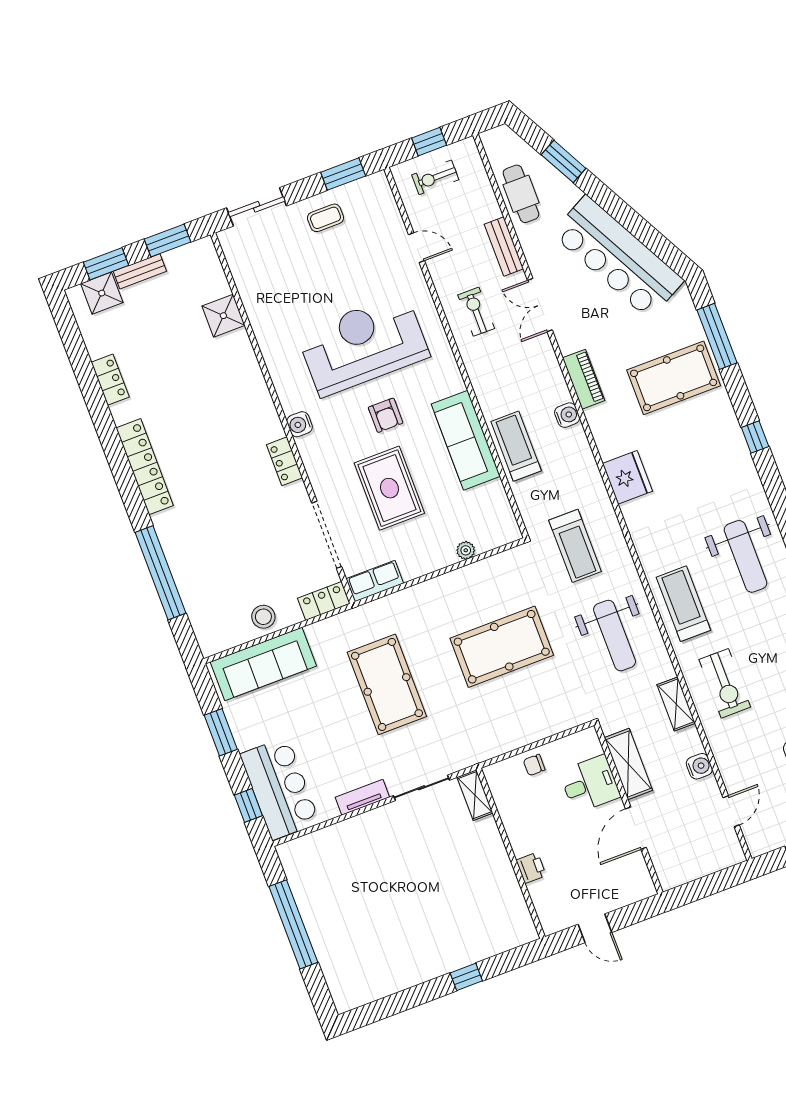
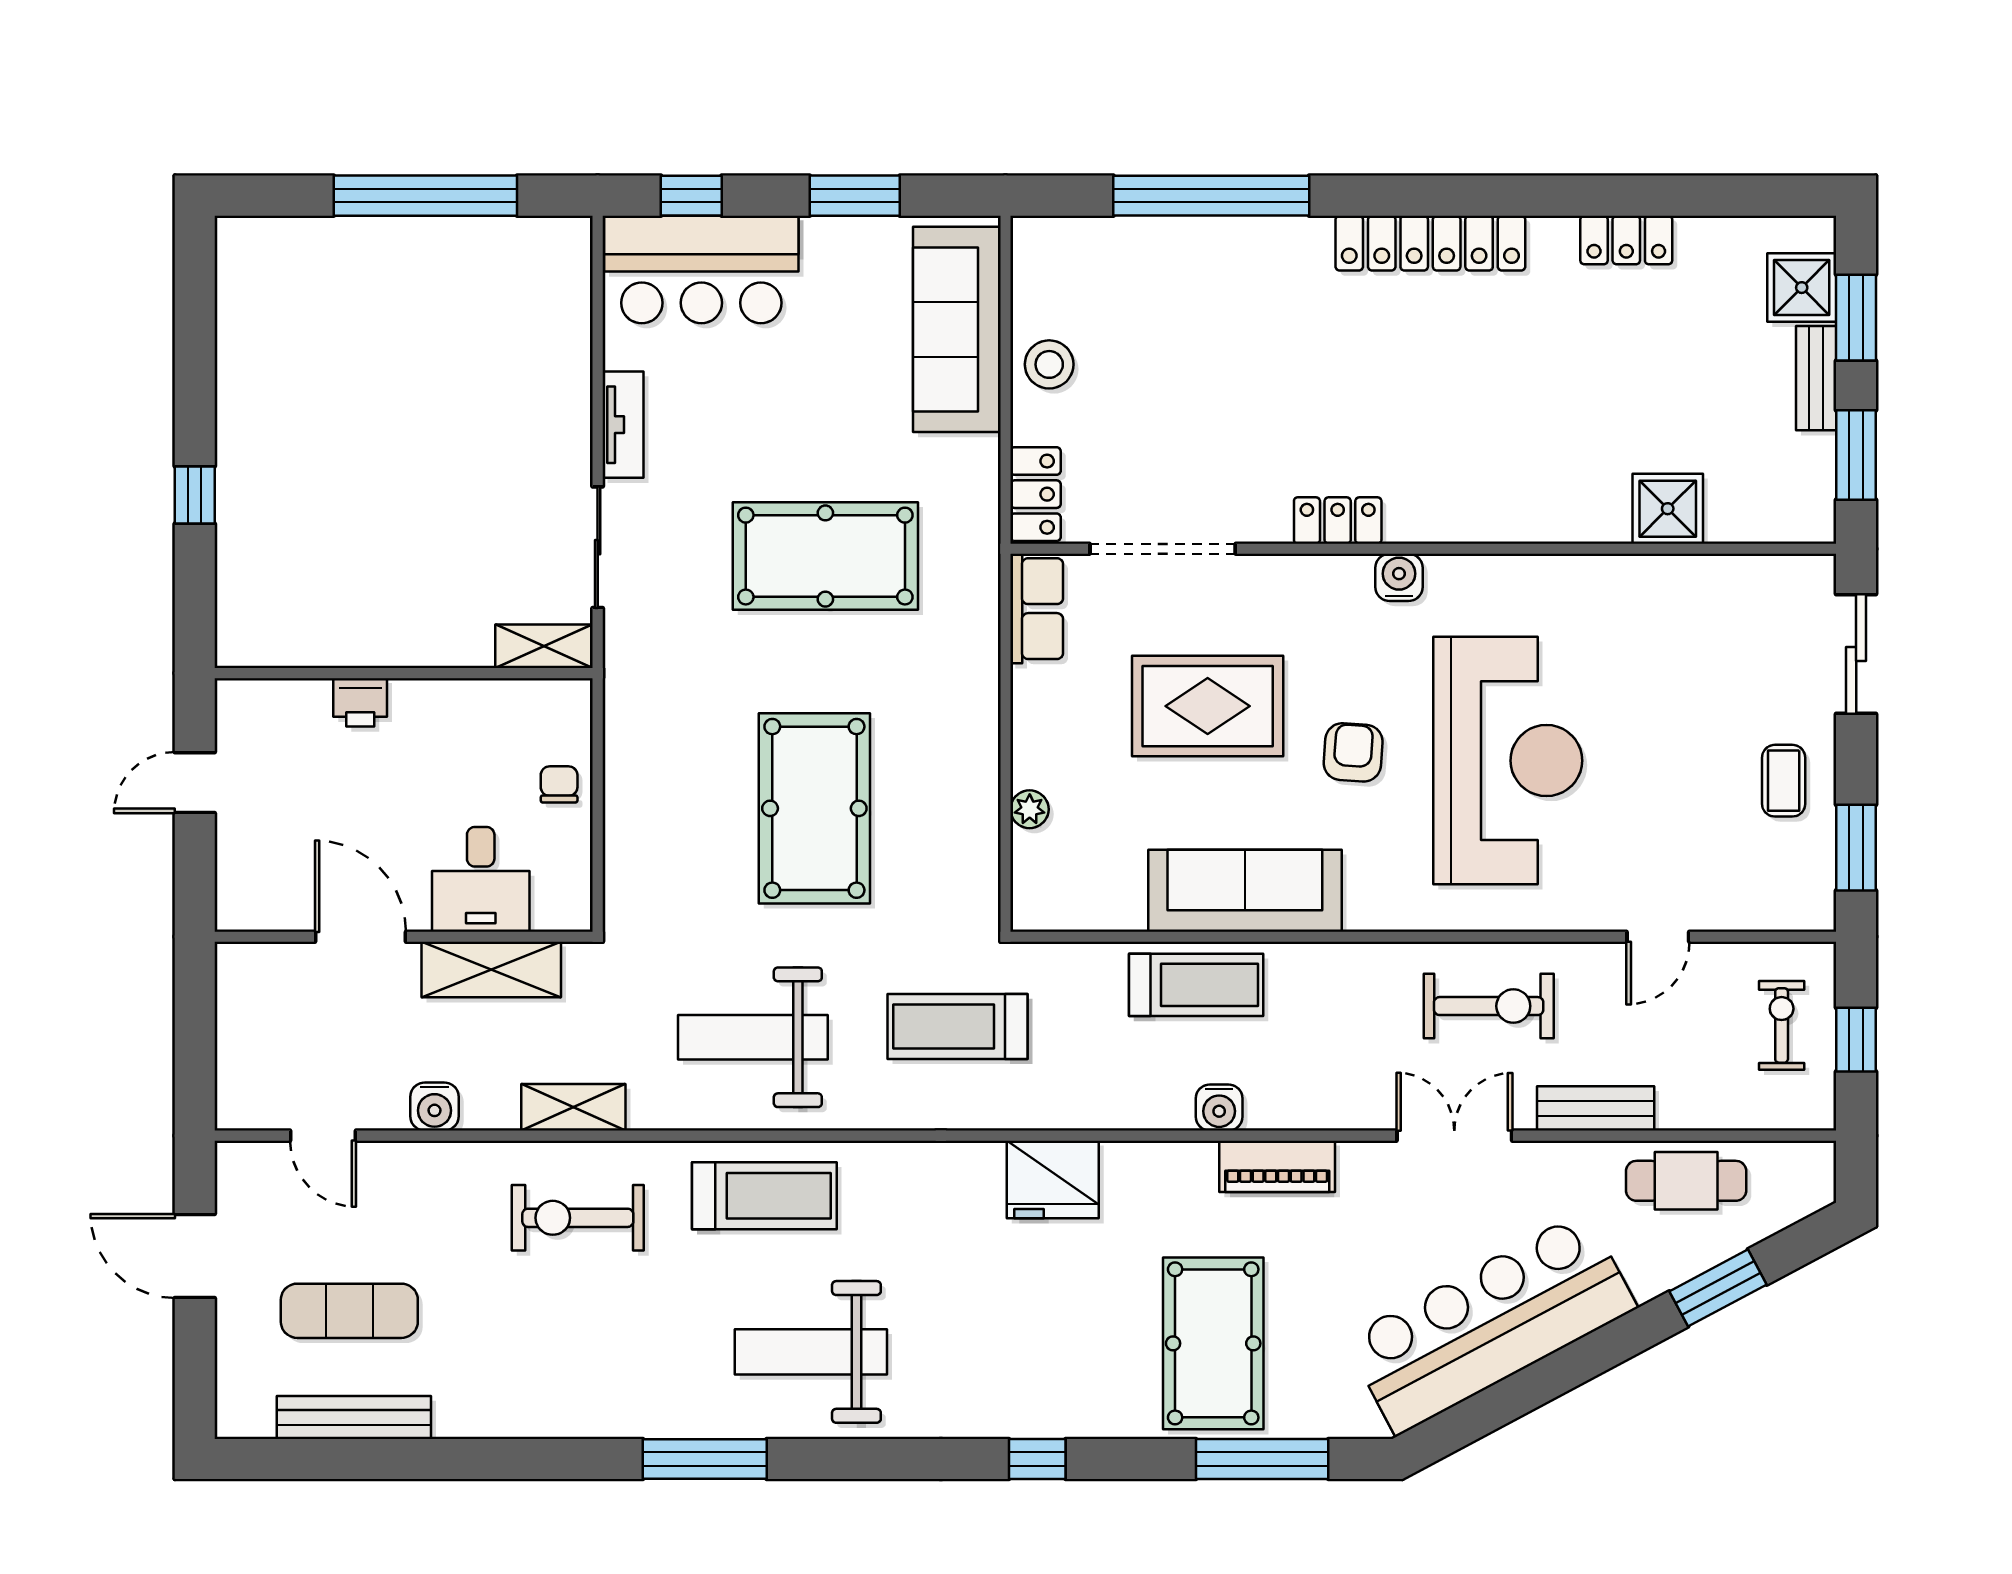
exercise bike: (476, 312) -> (1489, 1006), width x1.38, depth x1.39
armchair: (386, 415) -> (1353, 752), turned 94

